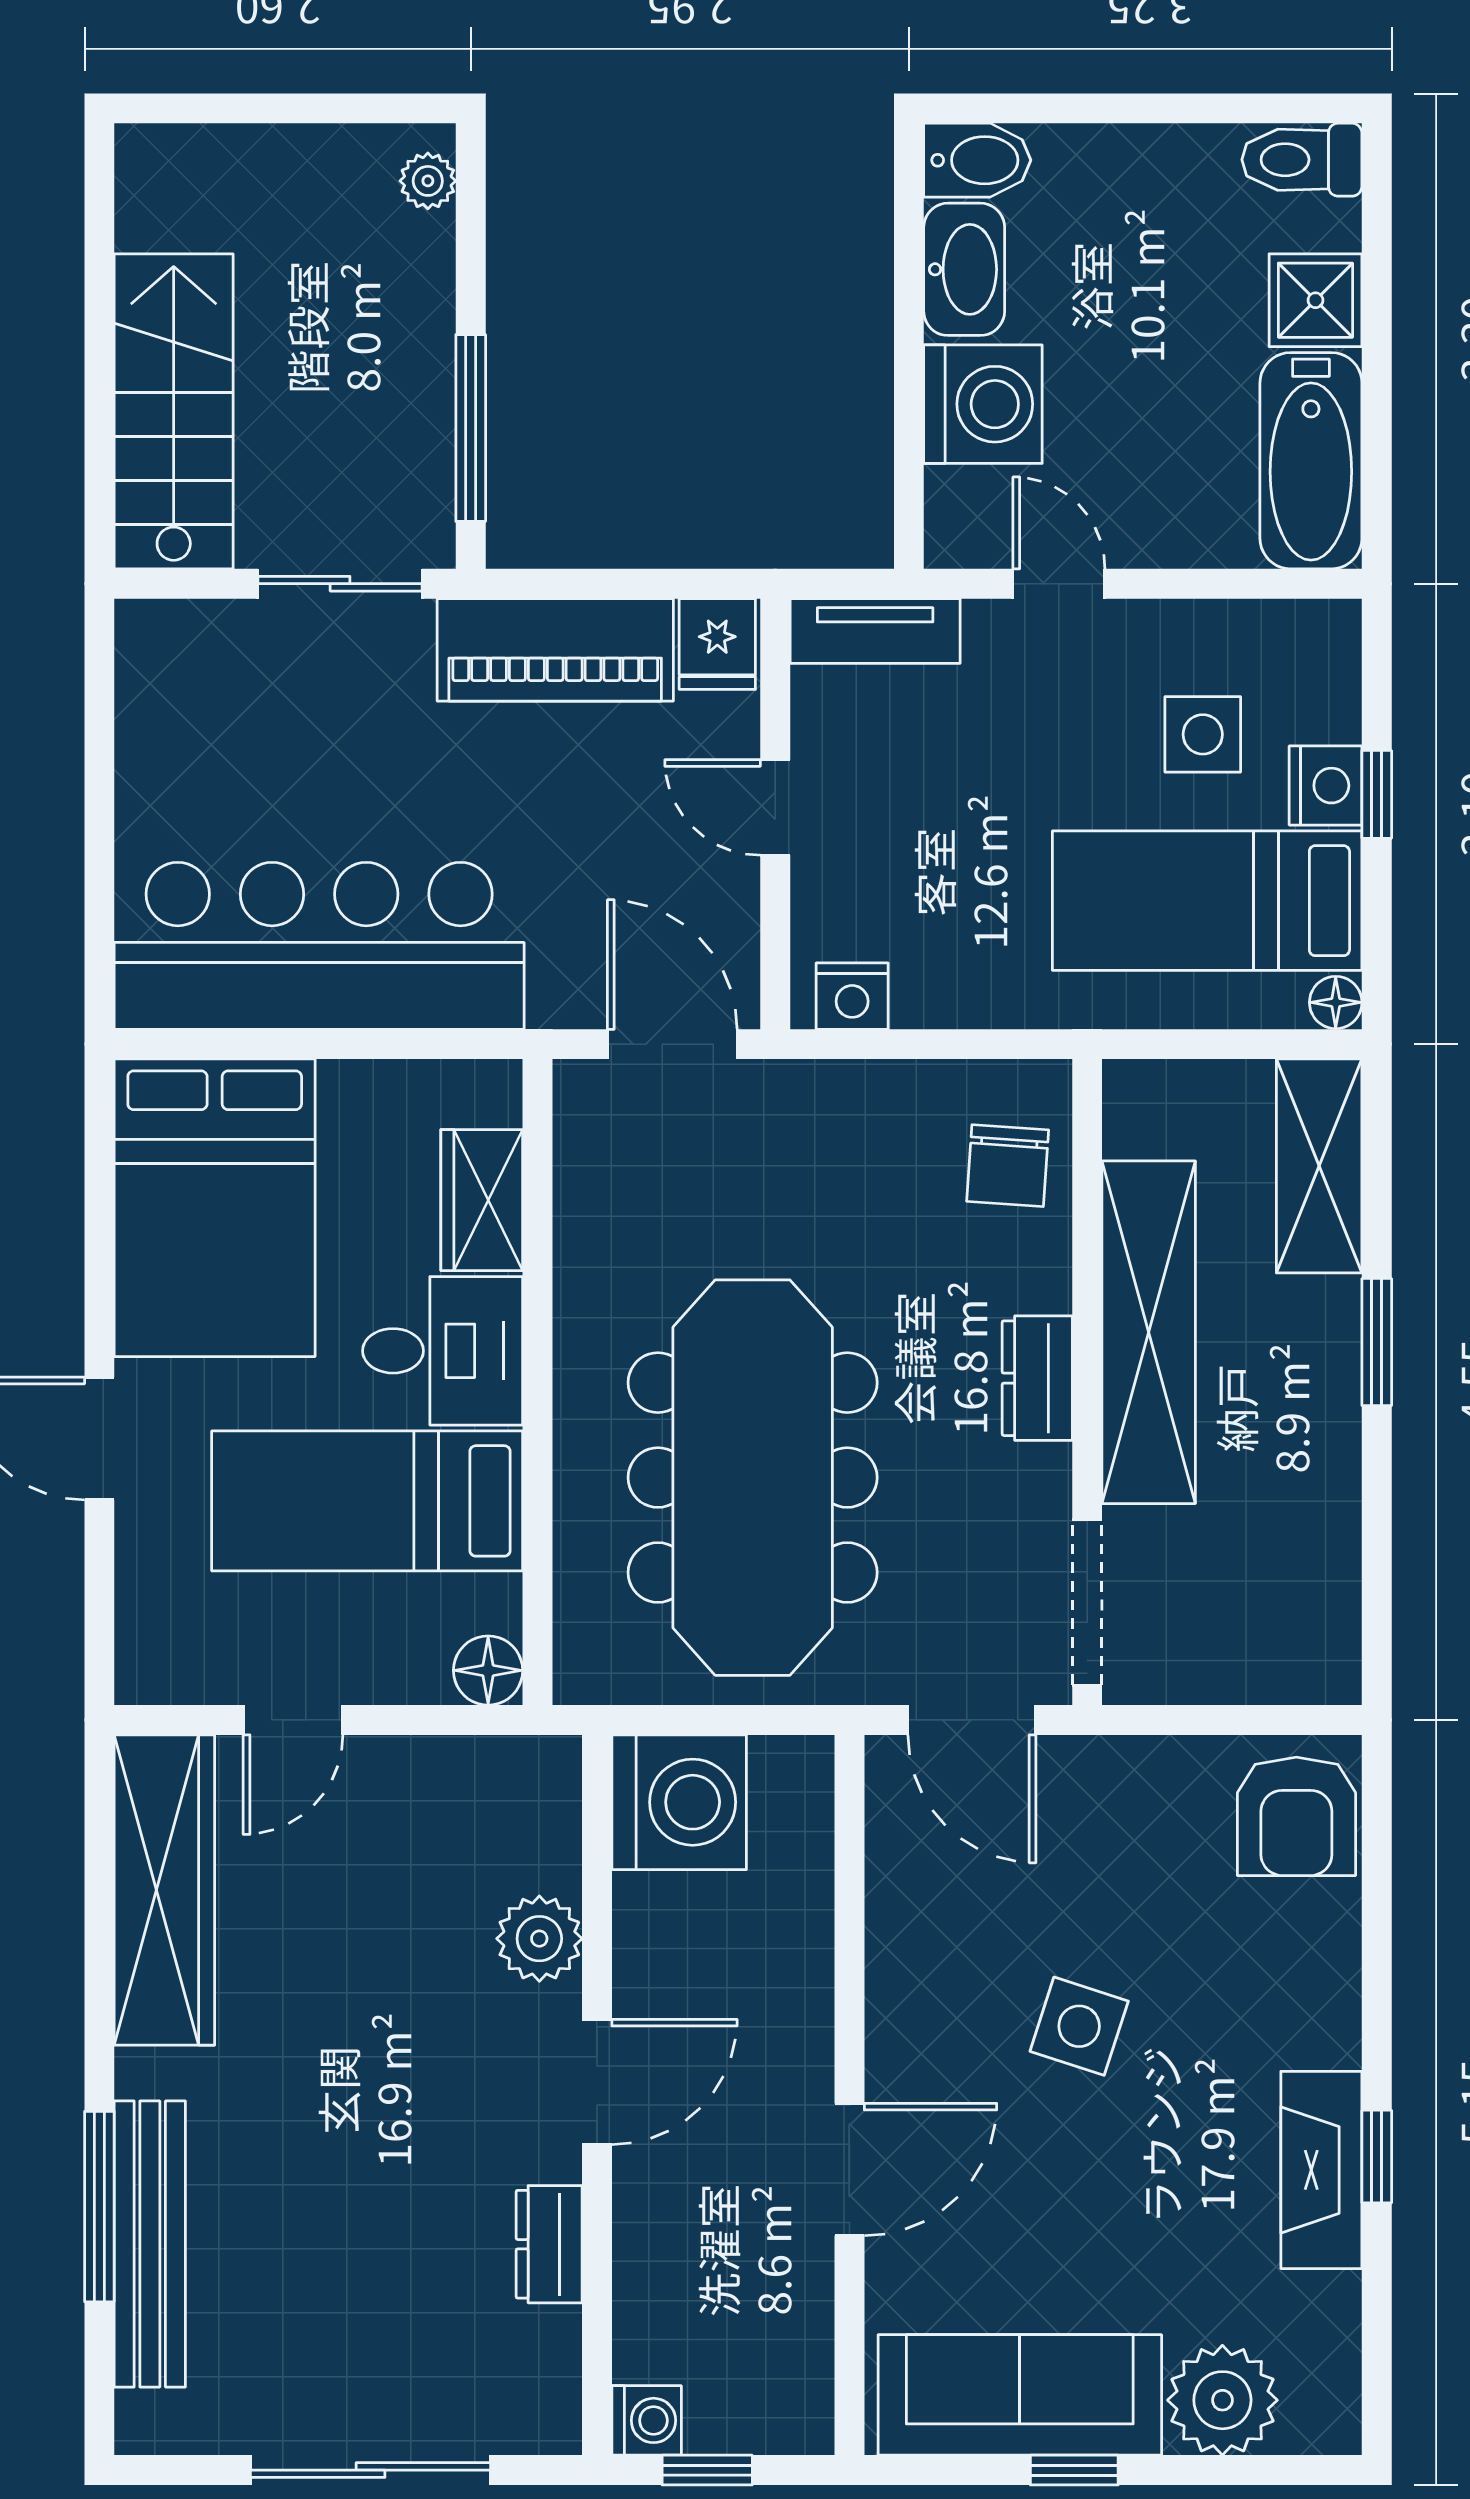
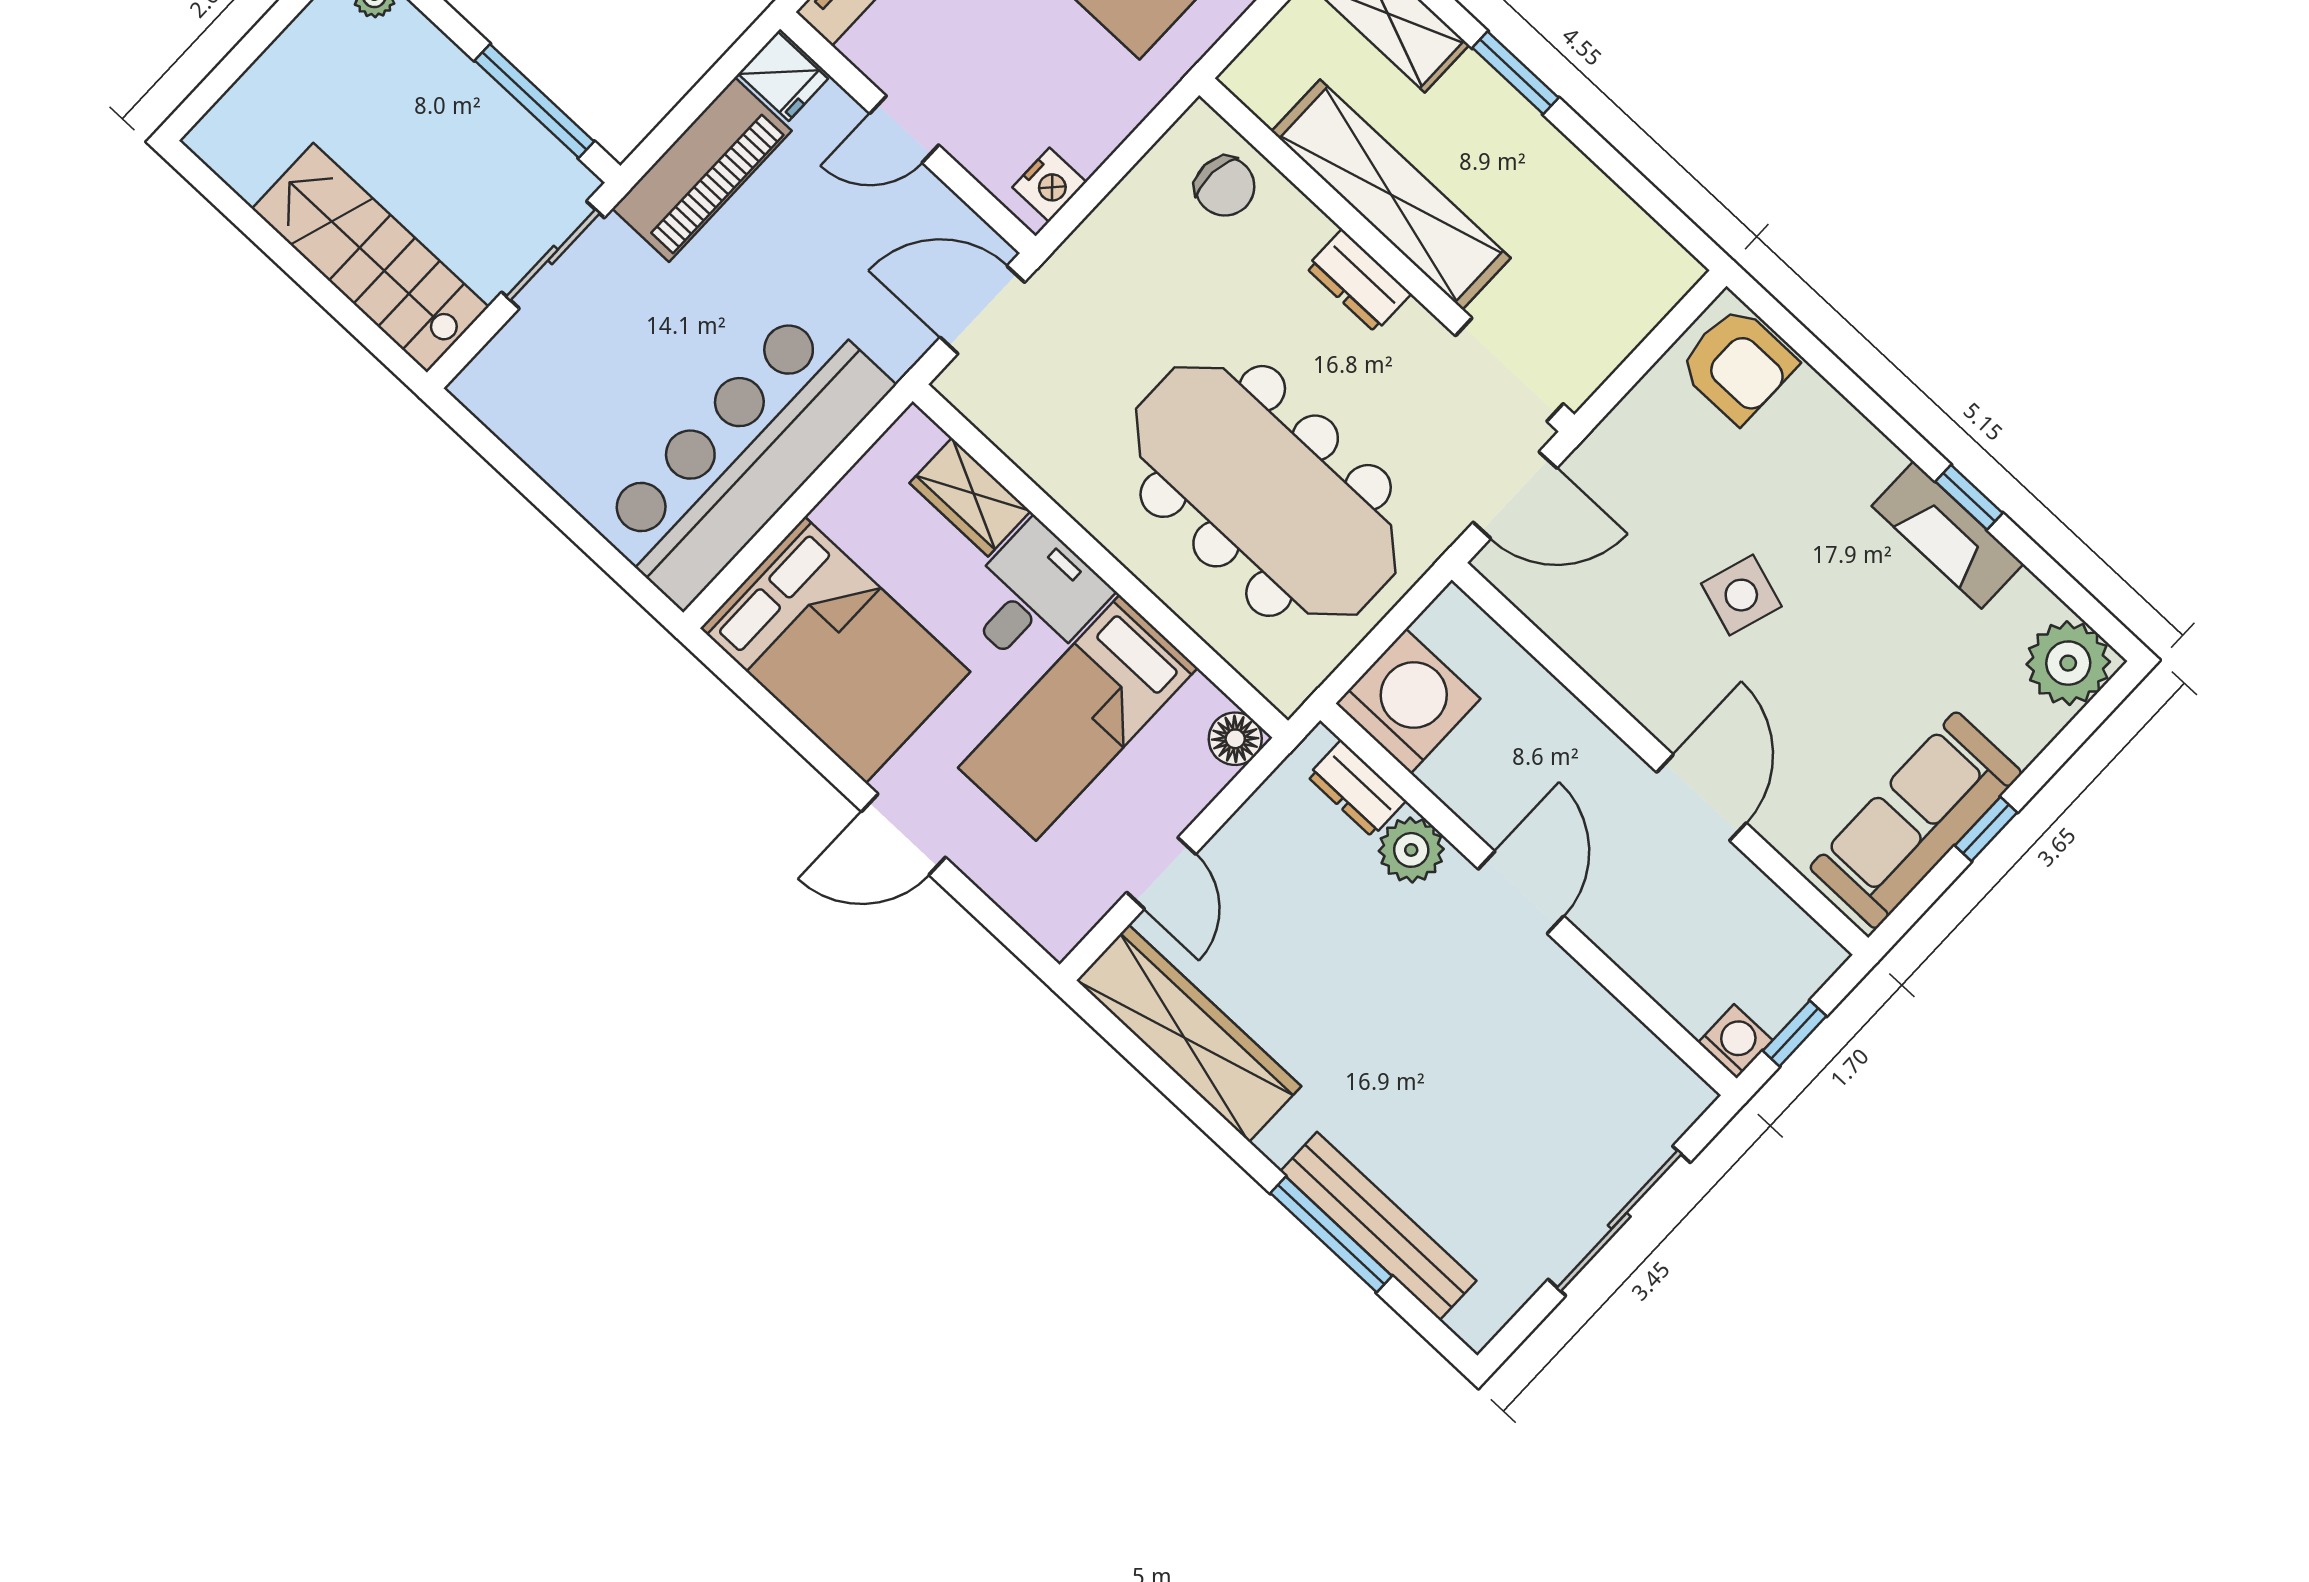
dresser: (549, 2244) -> (1357, 789), moved
plant: (1222, 2400) -> (2068, 663), moved

